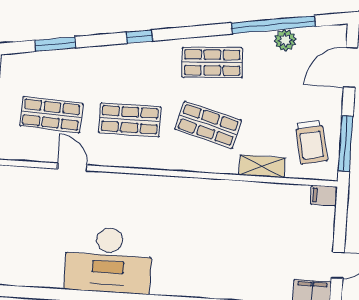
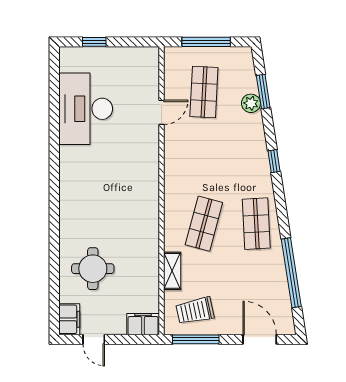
plant: (285, 40) -> (251, 103), moved
shop shelf: (130, 120) -> (204, 158), removed
filing cabinet: (324, 195) -> (143, 324), width x2.00
desk: (108, 260) -> (86, 109), moved
round table: (253, 261) -> (93, 269), added

